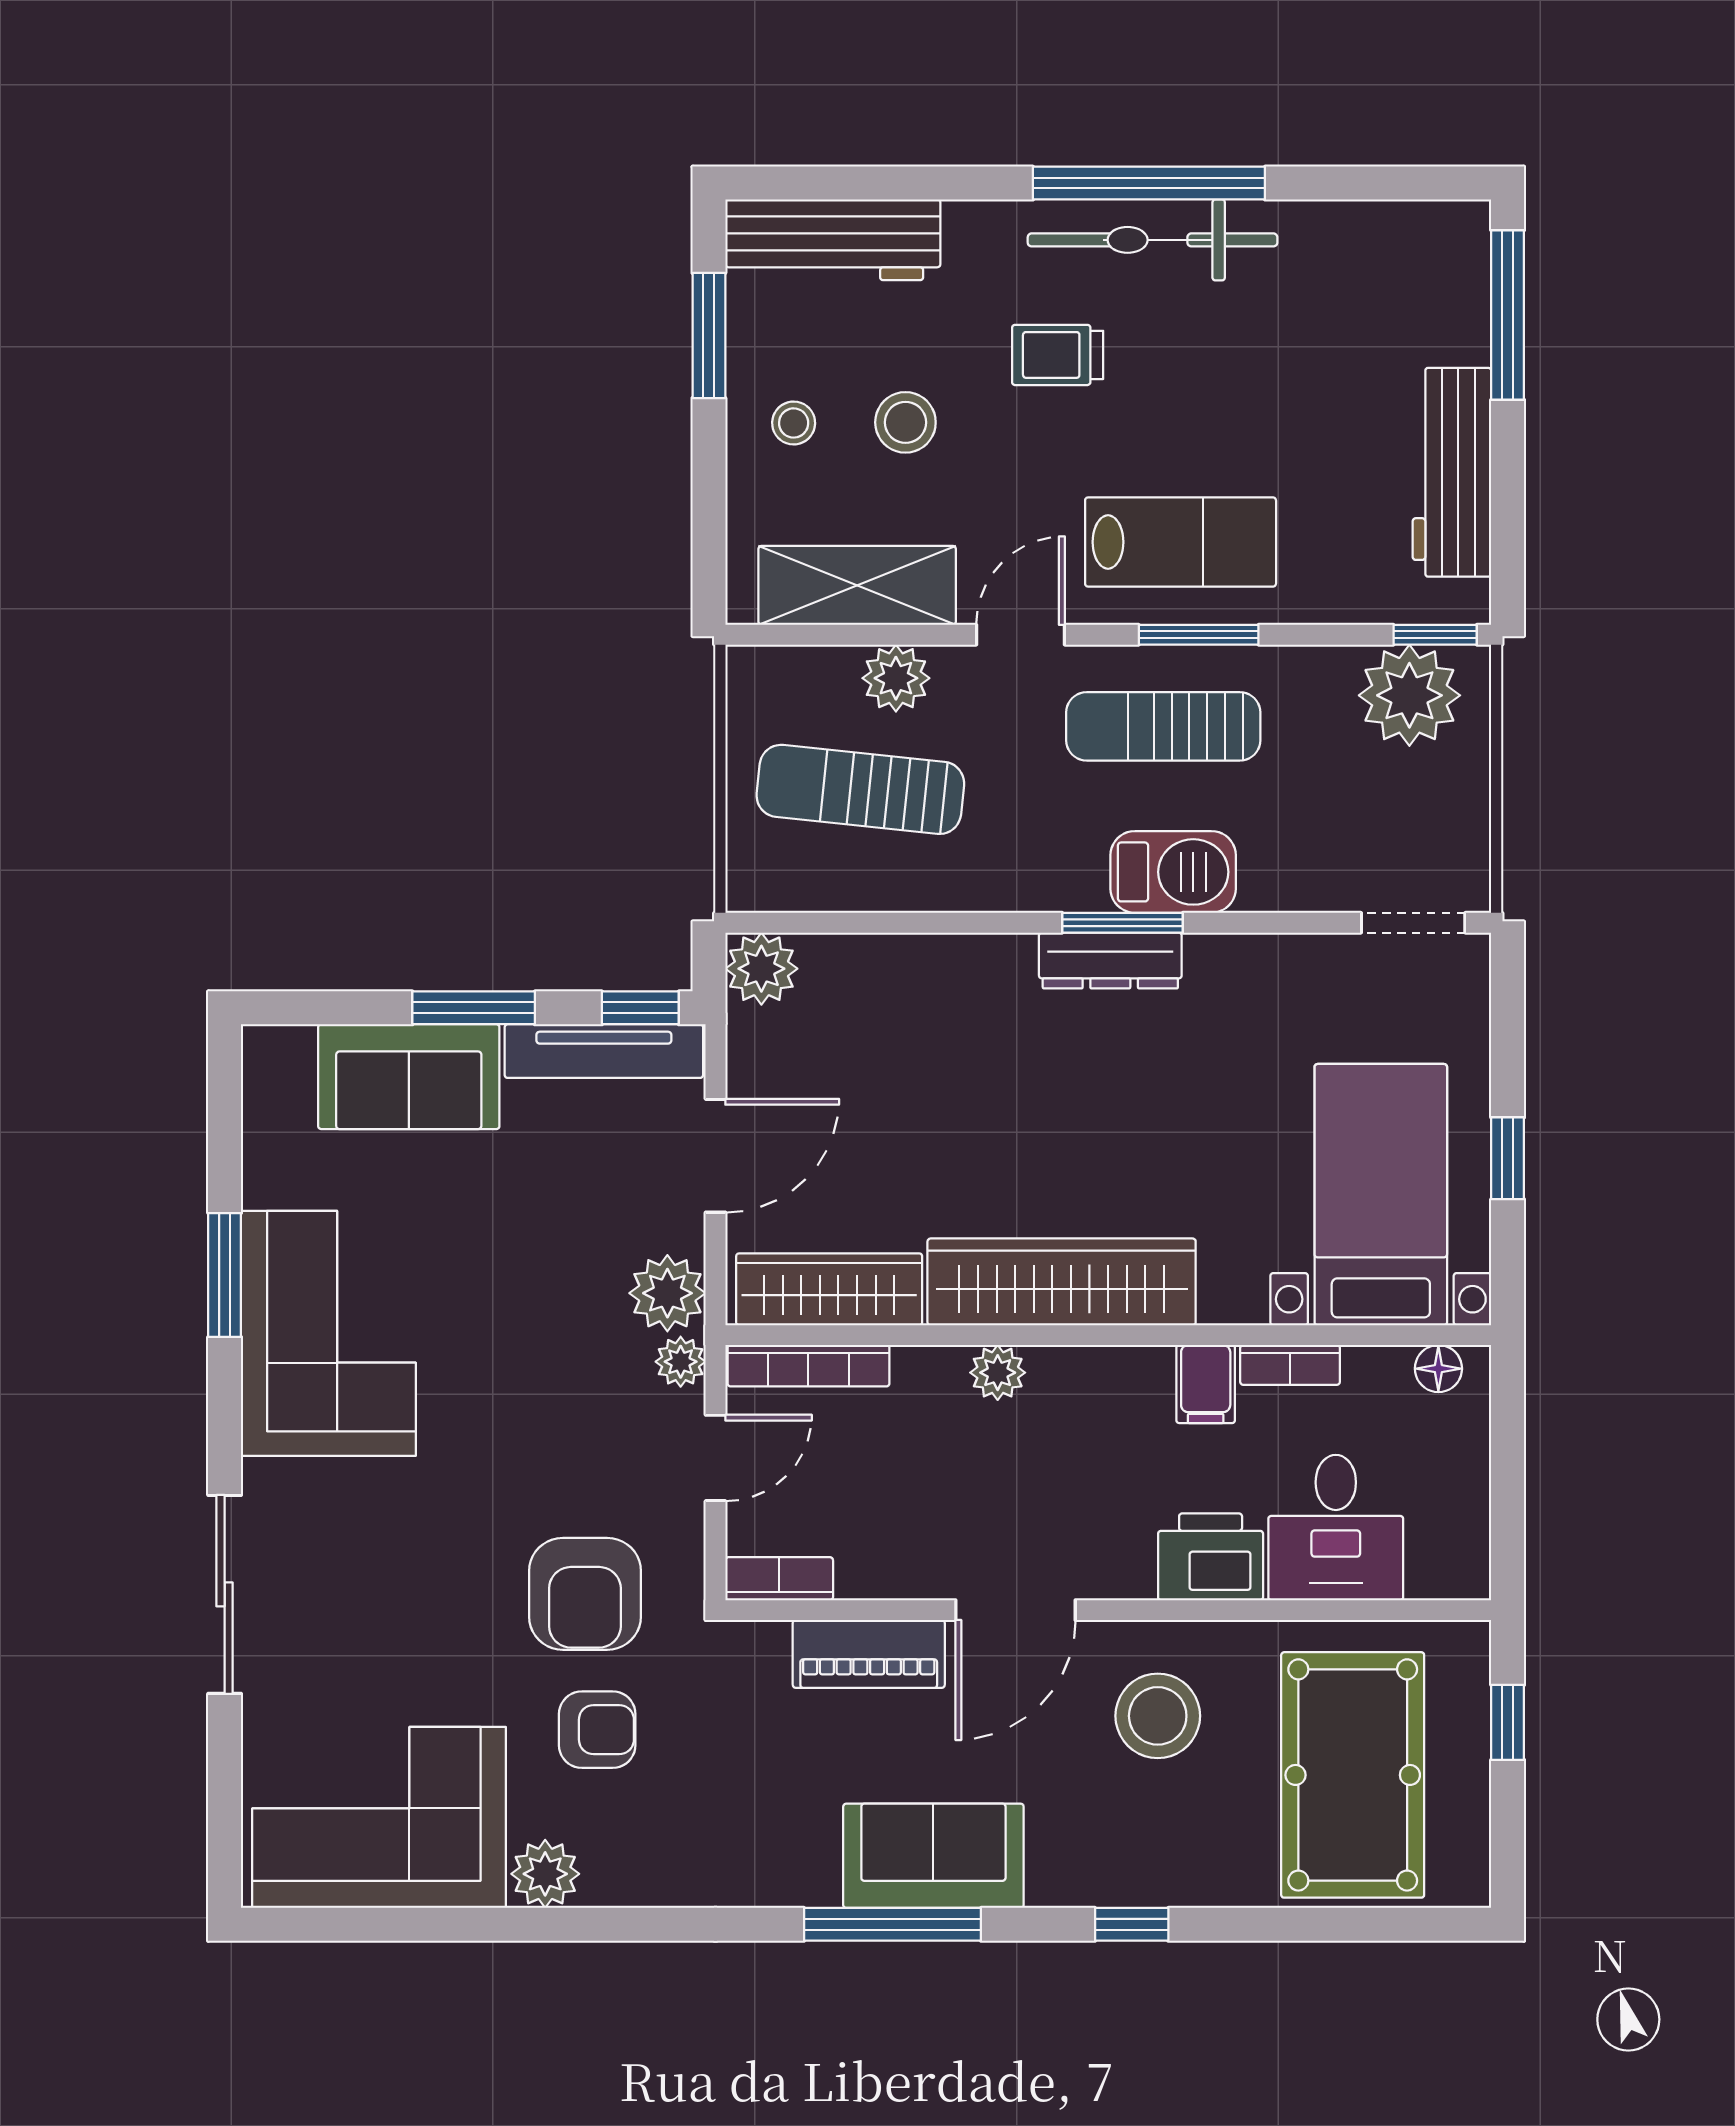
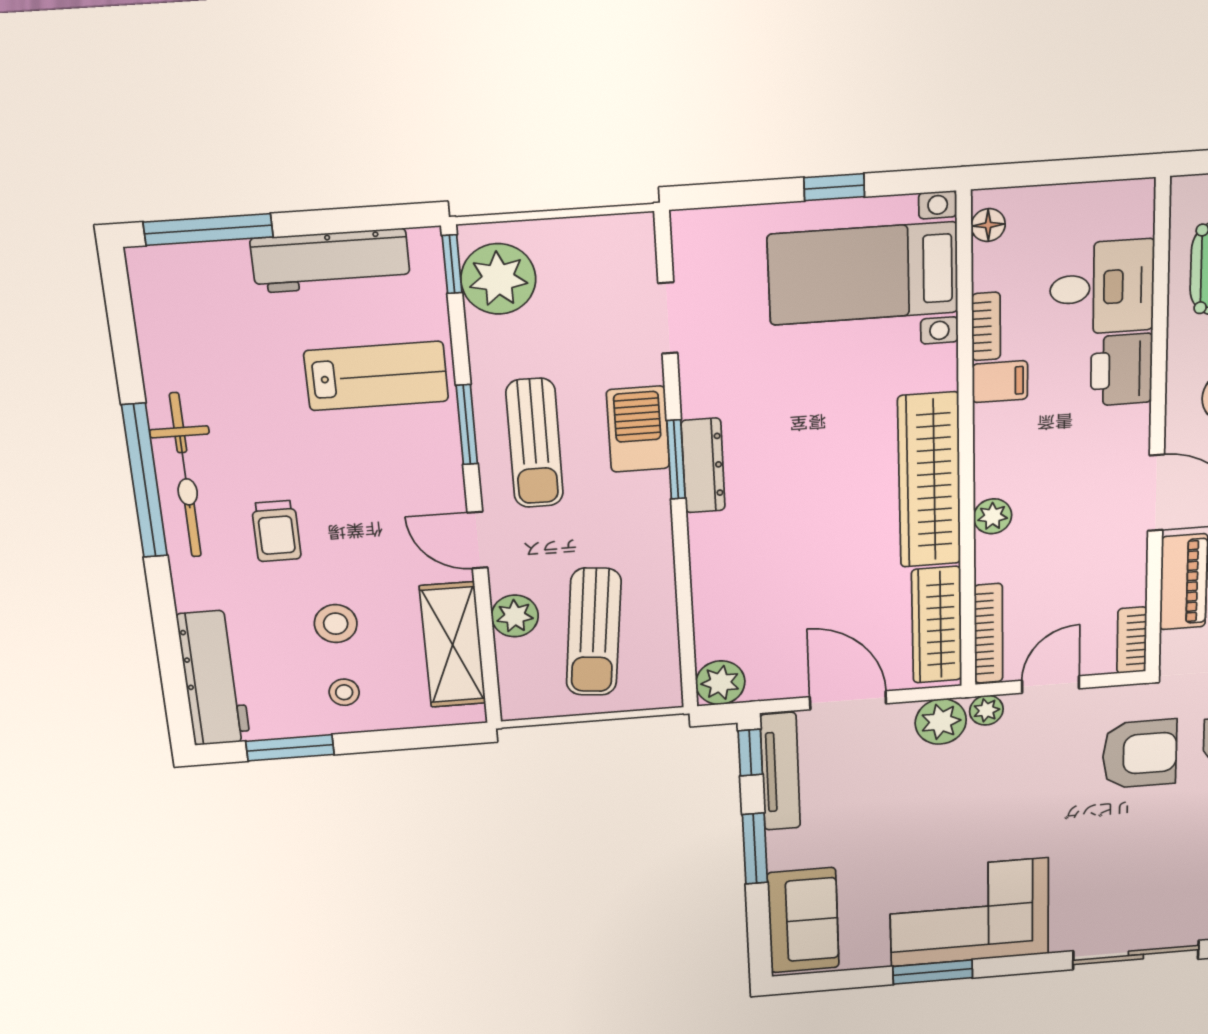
lab bench: (1181, 542) -> (376, 376), moved, turned 90
doorway: (1413, 923) -> (668, 318), moved
sofa: (409, 1077) -> (803, 920), moved
door: (715, 1458) -> (1051, 684), hinge flipped

